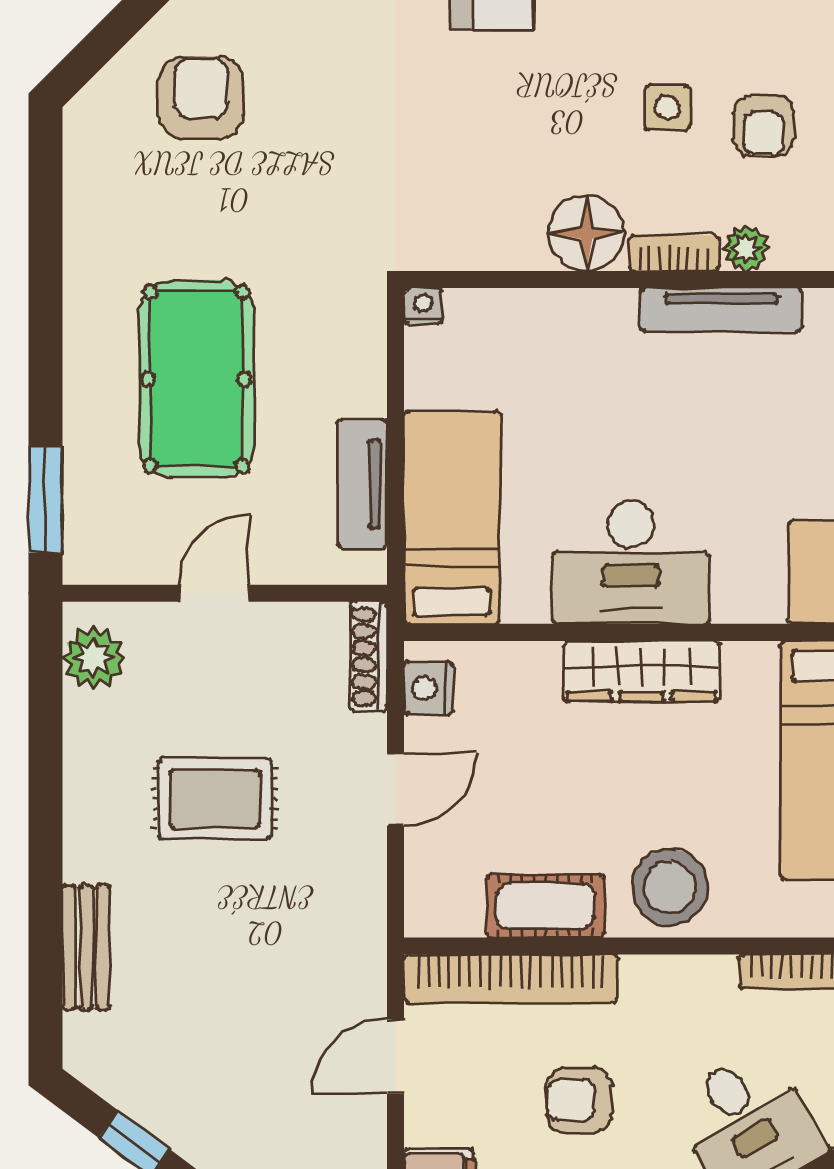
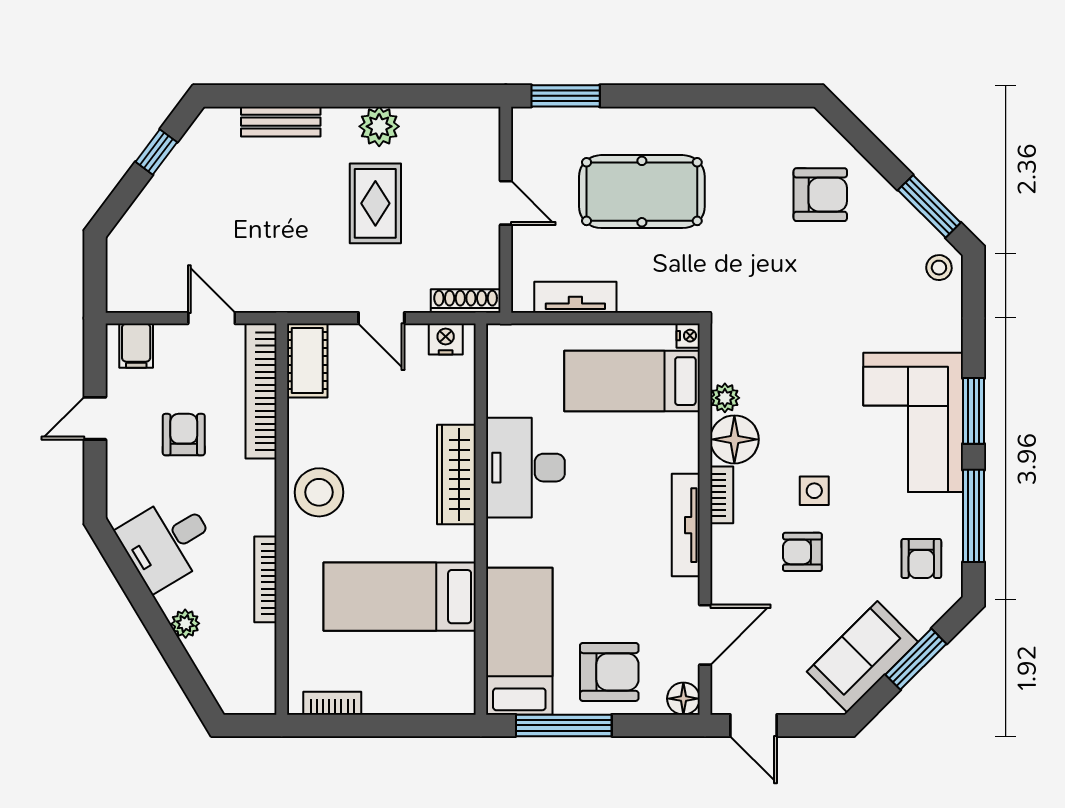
plant: (746, 248) -> (725, 398), moved
bed: (452, 517) -> (632, 381), moved, turned 180
plant: (94, 658) -> (379, 126), moved
cot: (546, 906) -> (307, 361), moved

